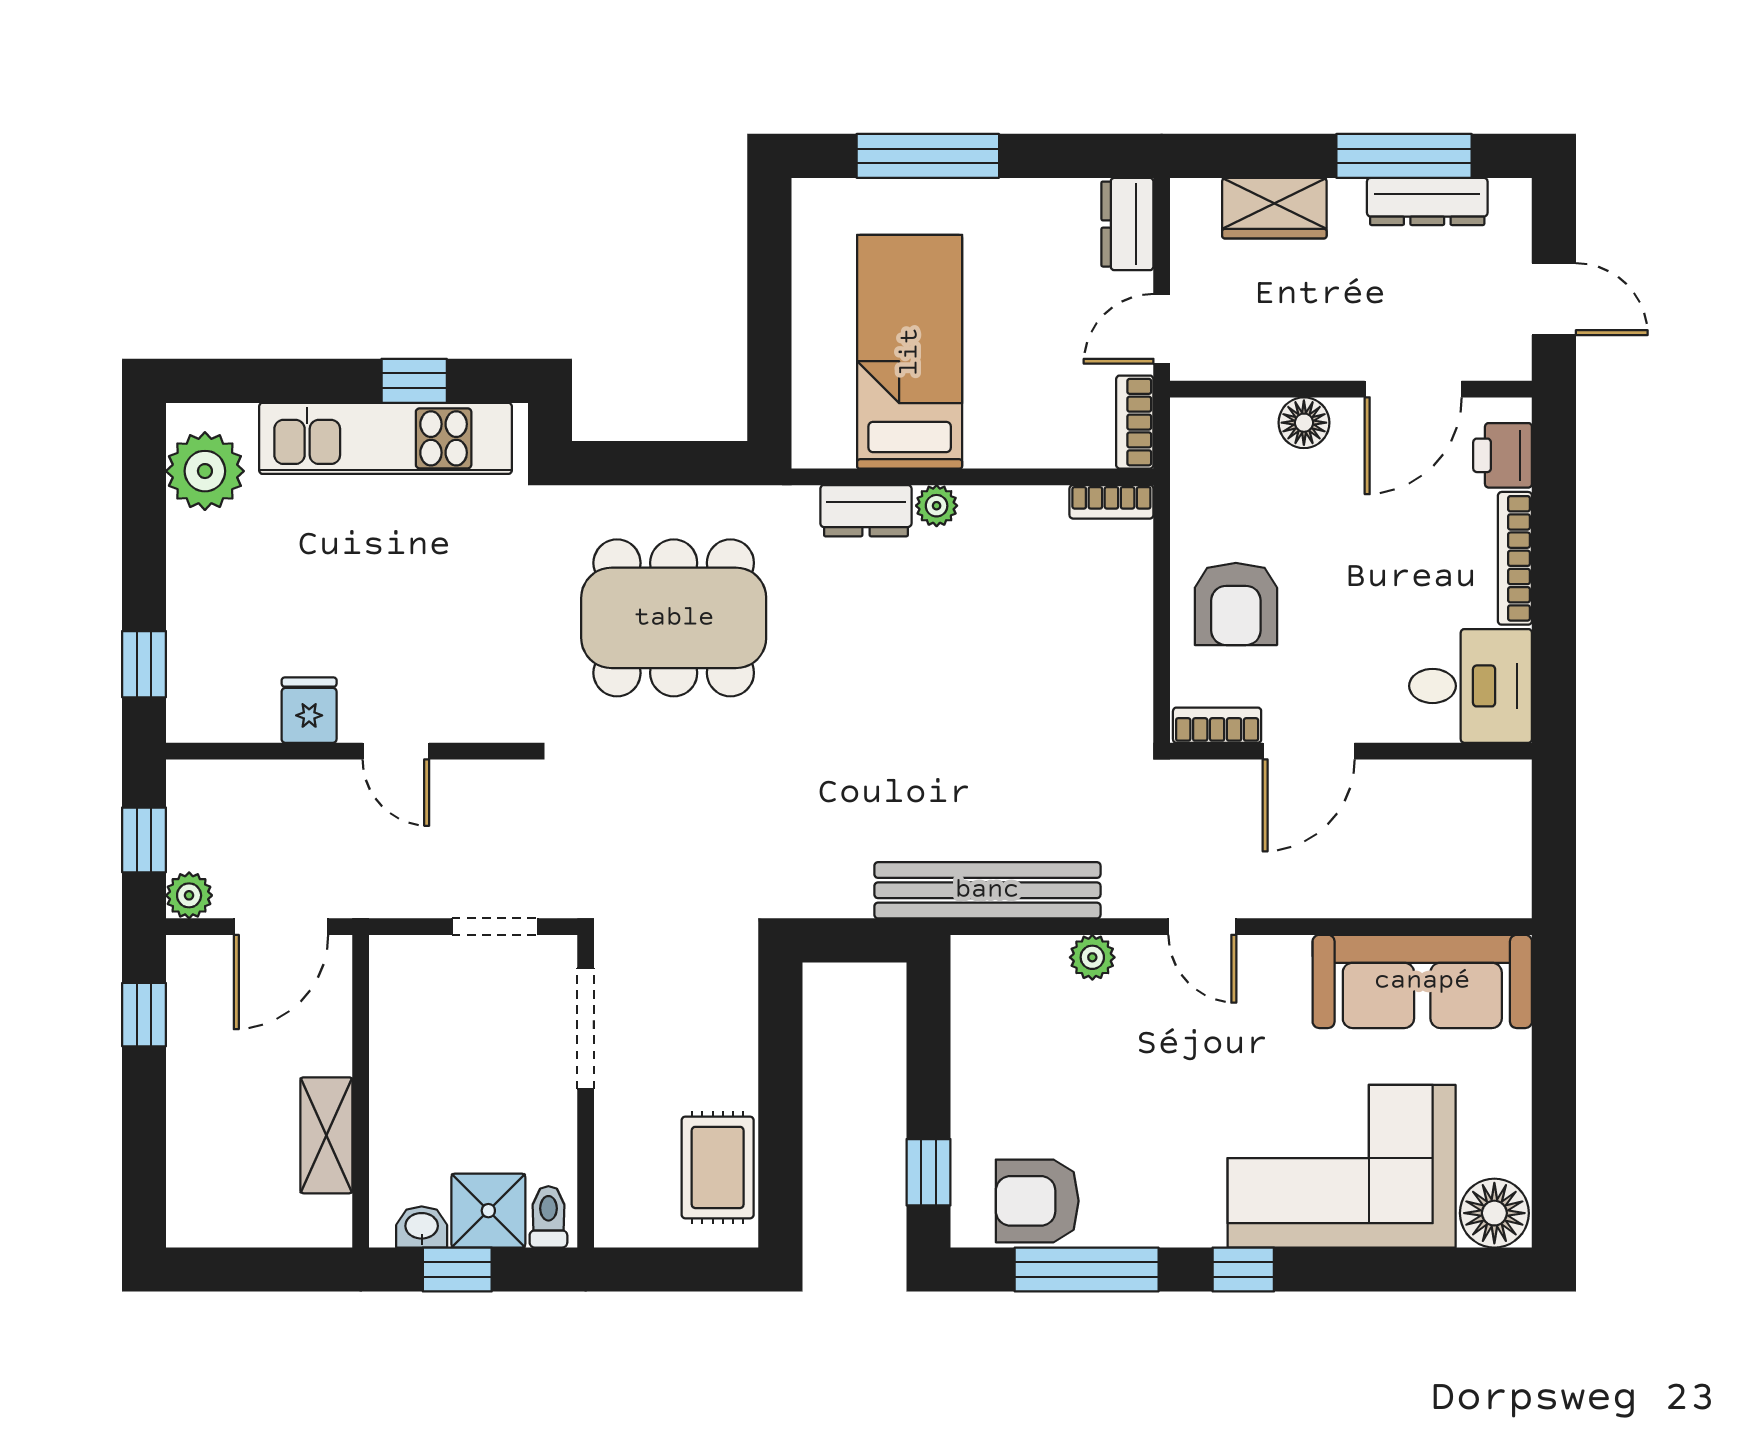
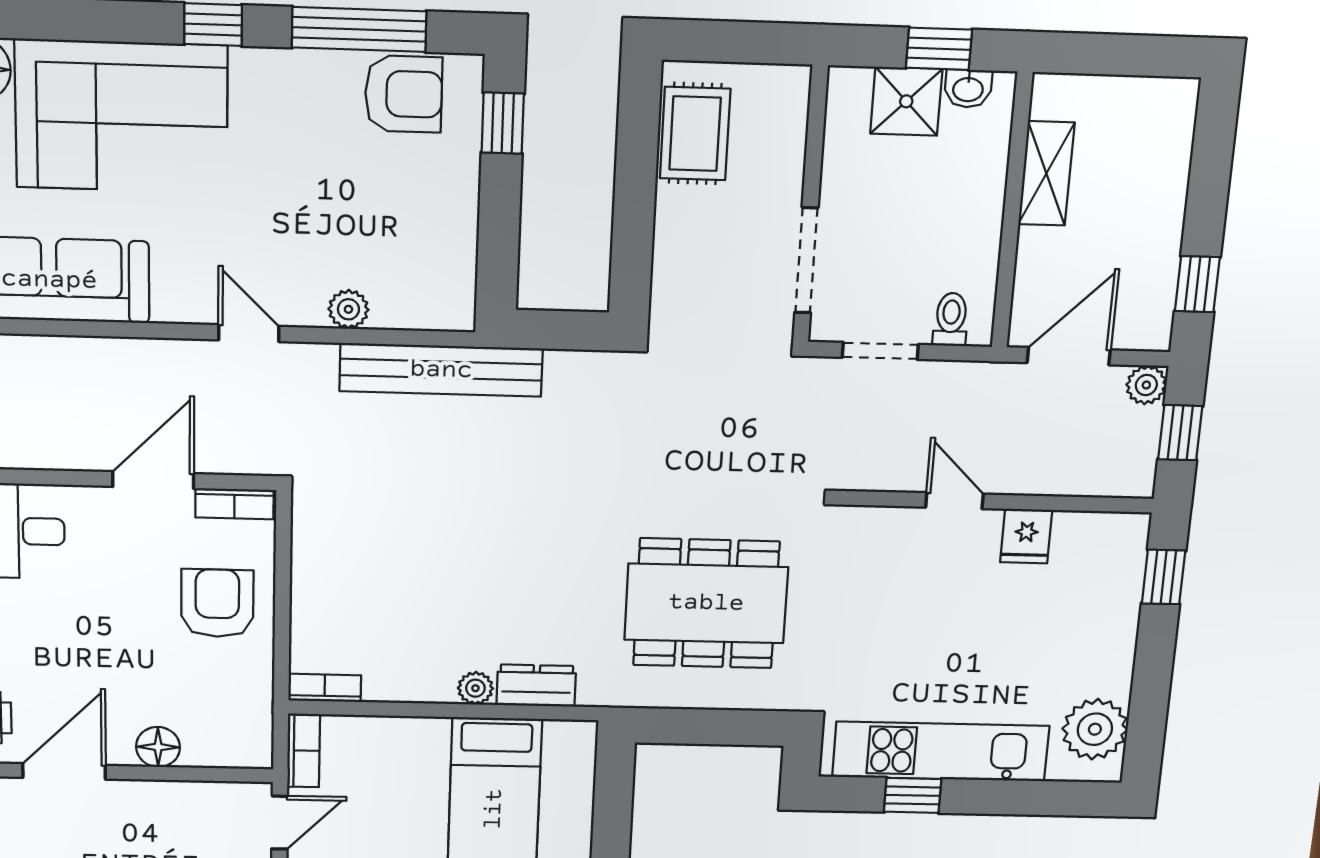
toilet: (548, 1217) -> (951, 319), moved, turned 180

